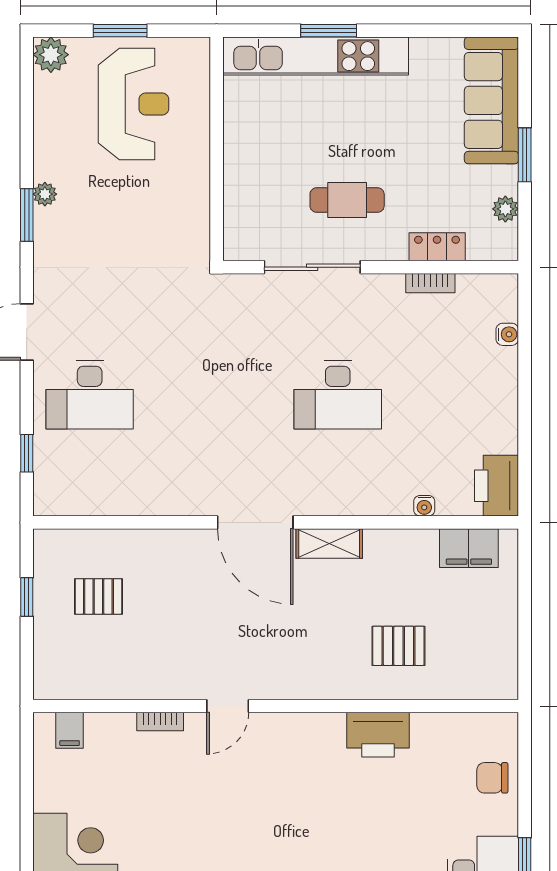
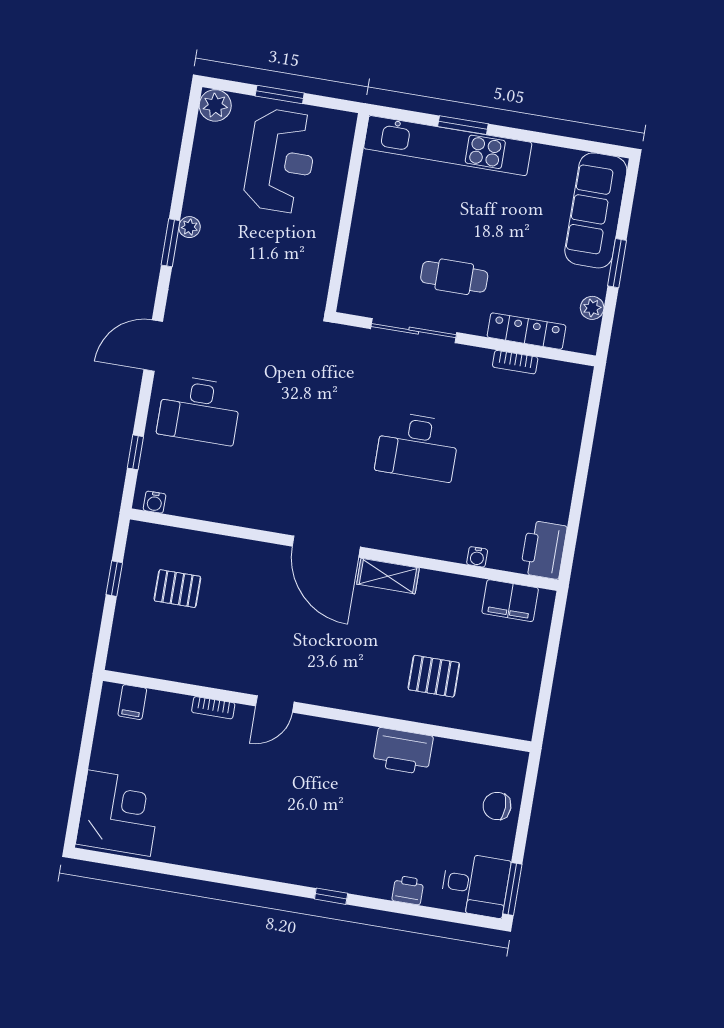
locker: (437, 247) -> (526, 331), width x1.53
water cooler: (507, 334) -> (155, 502), moved, turned 90

